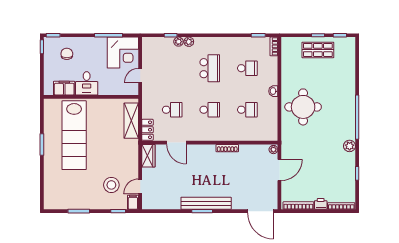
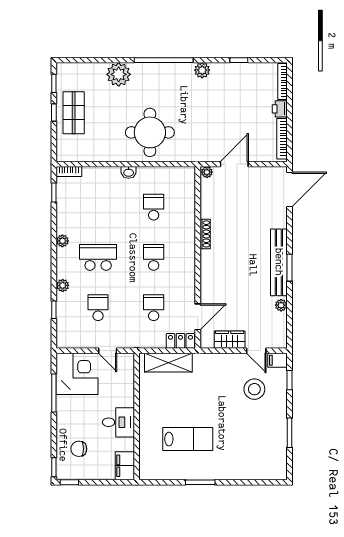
plant: (178, 42) -> (62, 241), moved
school desk: (247, 68) -> (98, 308), moved
plant: (346, 84) -> (119, 74), added
filing cabinet: (64, 88) -> (125, 466), moved
lab bench: (74, 135) -> (188, 439), width x0.54, depth x0.72
door: (176, 143) -> (198, 317), moved
wardrobe: (148, 156) -> (230, 340), moved
door: (279, 170) -> (234, 164), hinge flipped
plant: (174, 205) -> (281, 305), added

